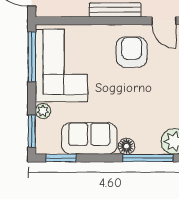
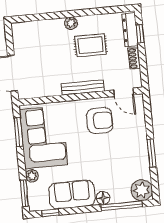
armchair: (132, 52) -> (100, 121), turned 90
window: (32, 57) -> (18, 132), width x0.69
window: (61, 158) -> (50, 213), width x0.67

